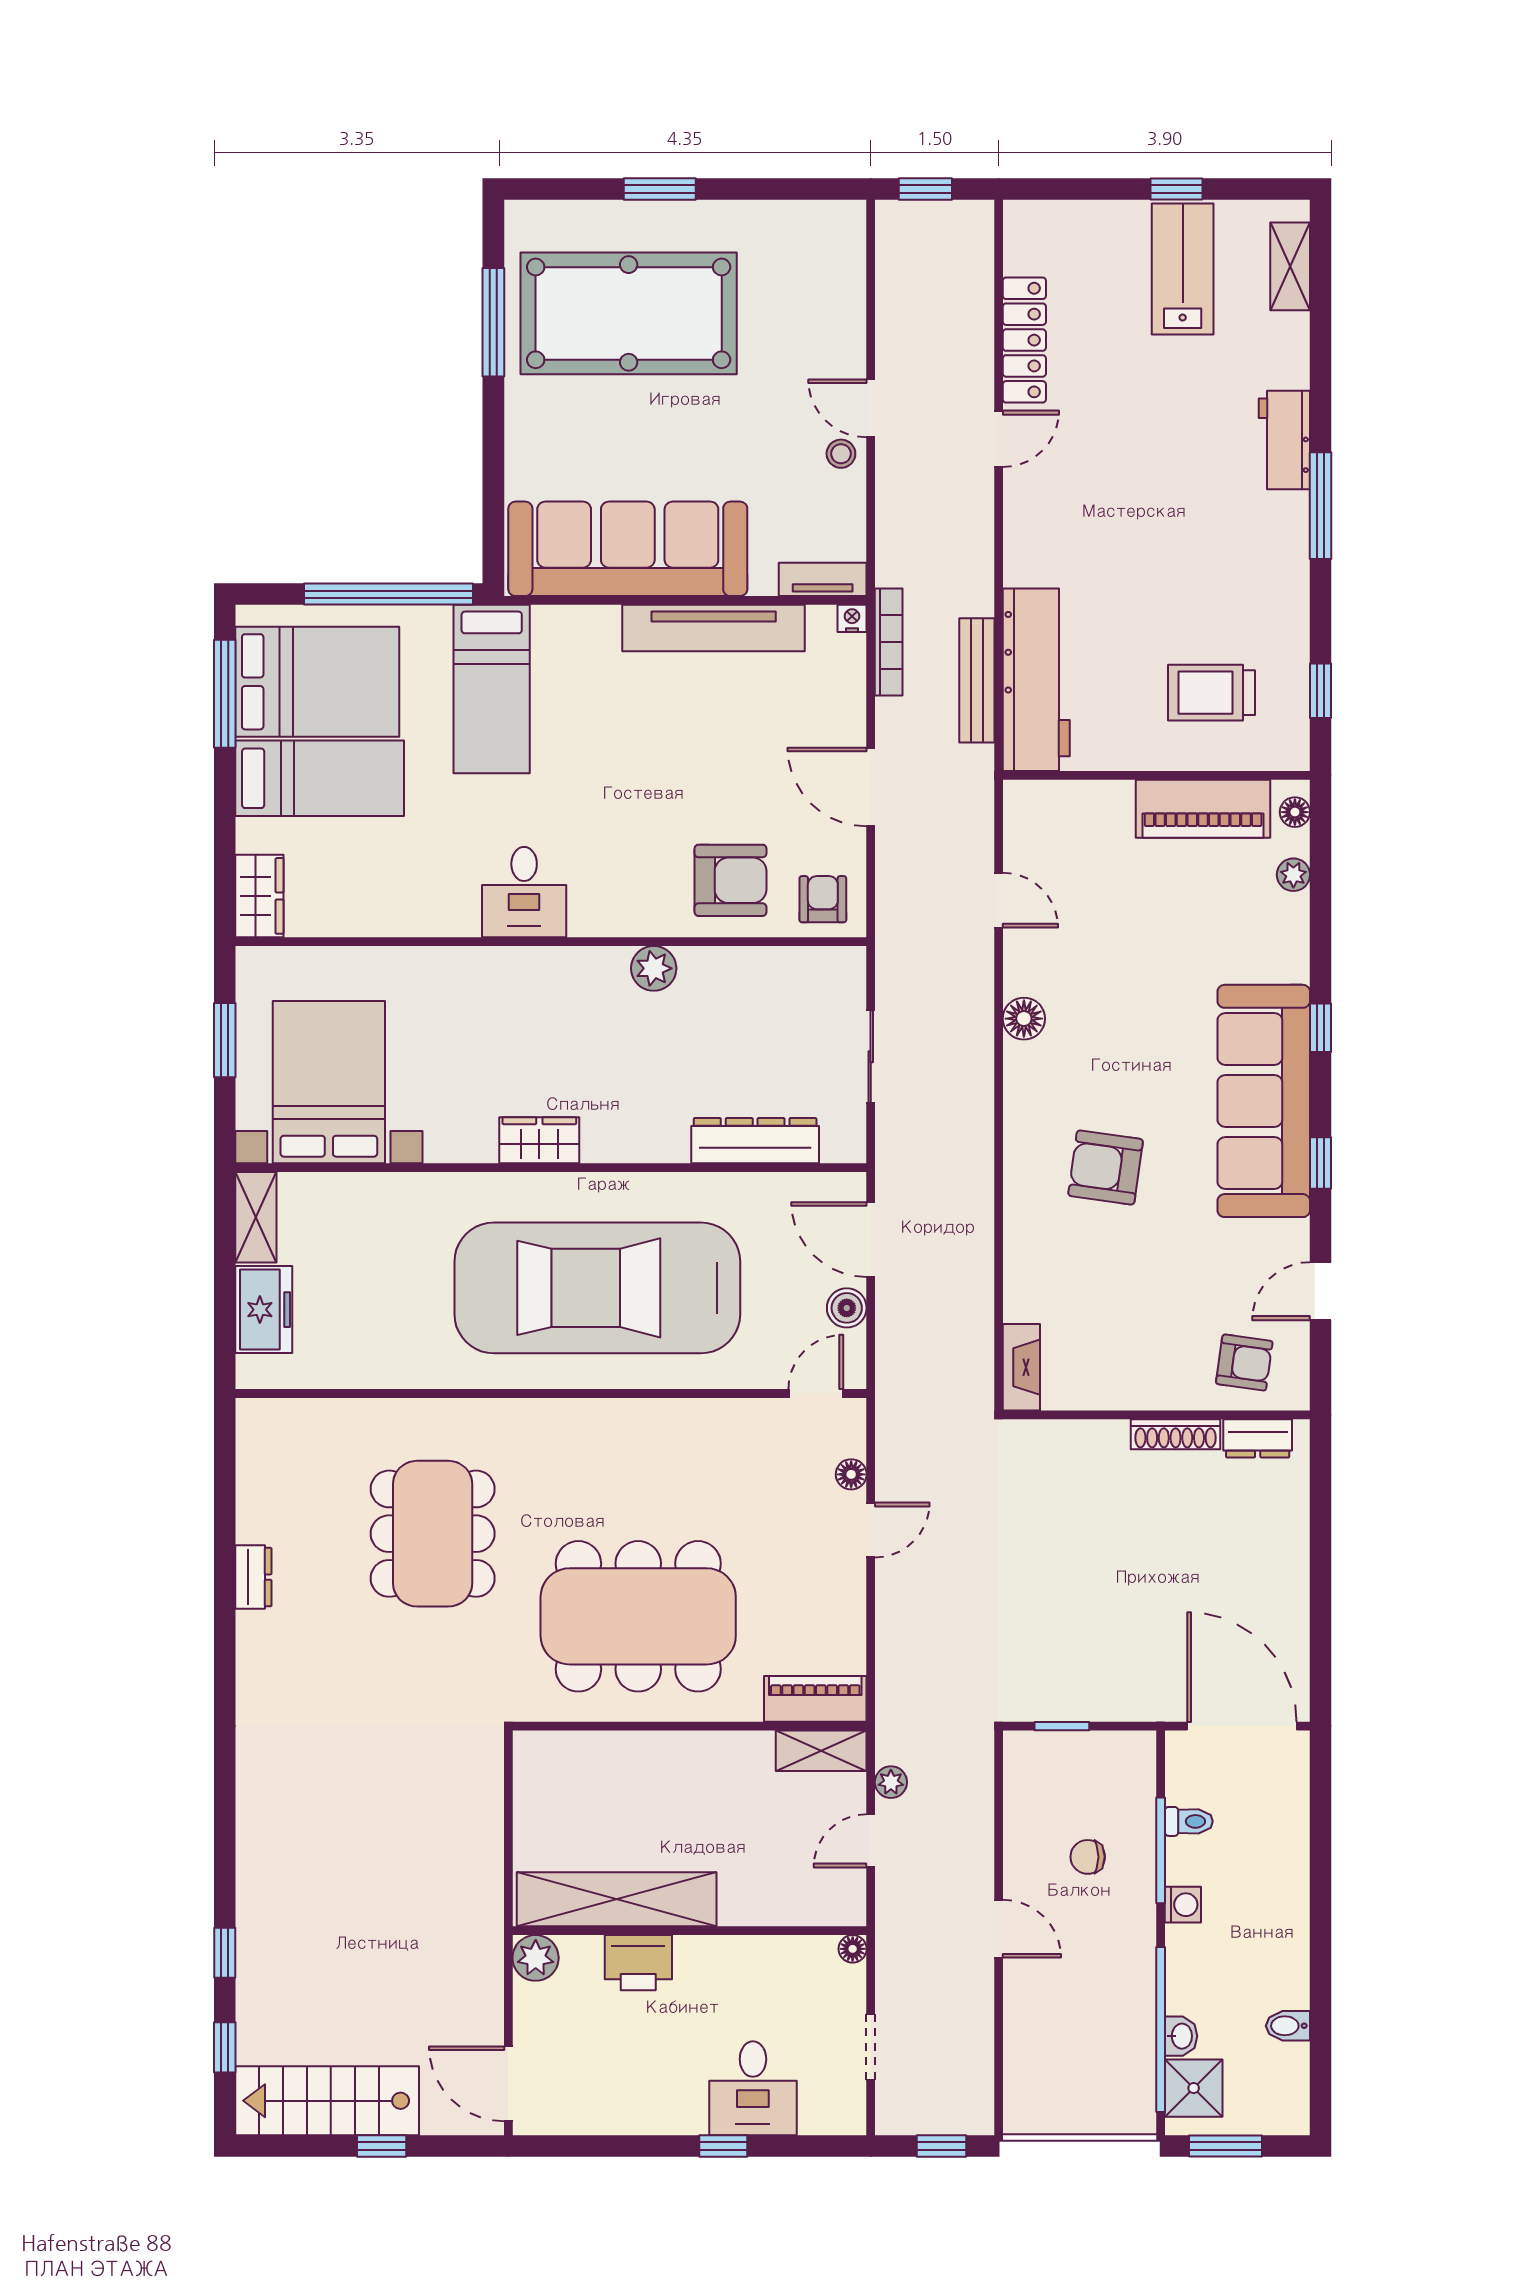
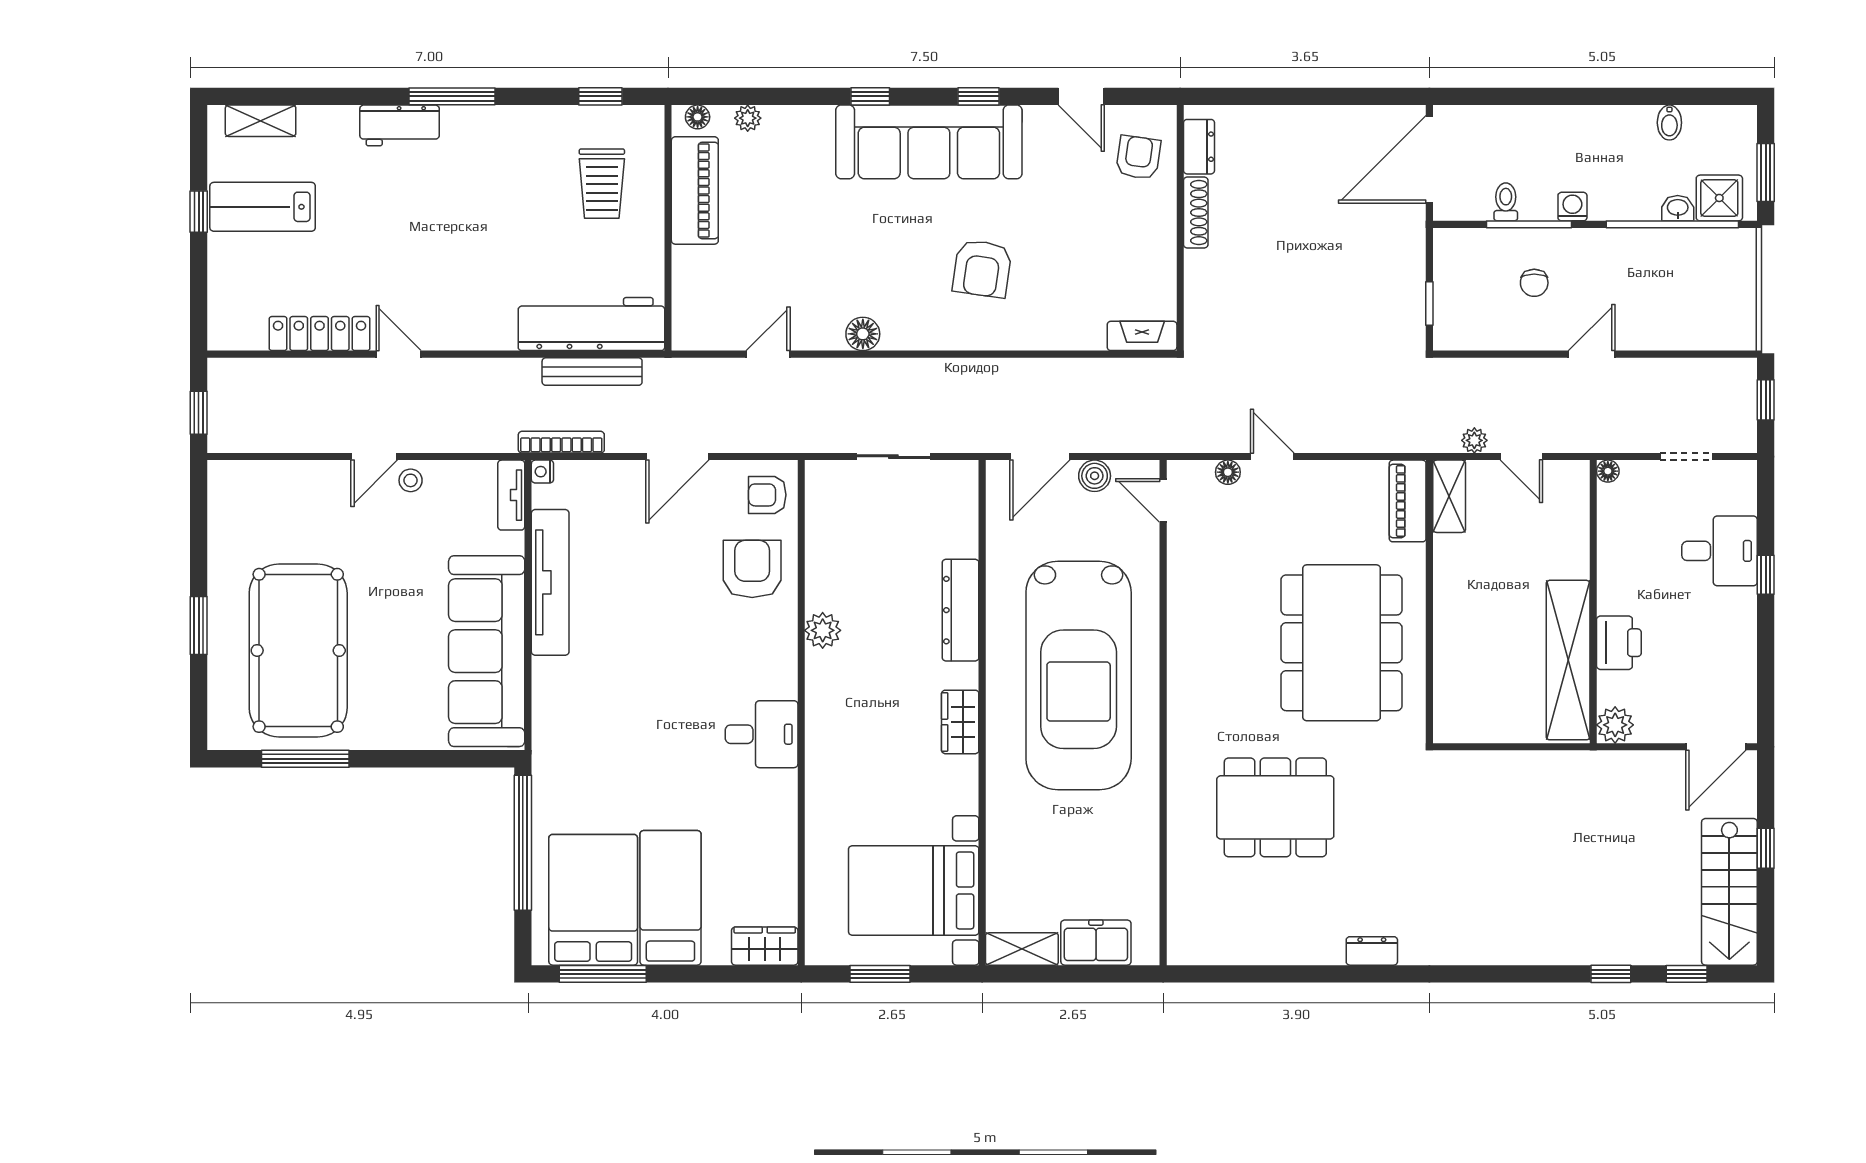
bed: (492, 689) -> (599, 760), removed
dresser: (755, 1141) -> (961, 610), moved
dresser: (253, 1577) -> (1372, 951), moved

